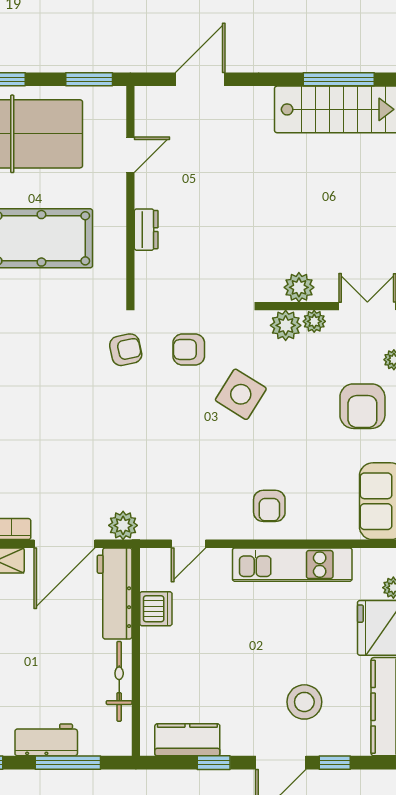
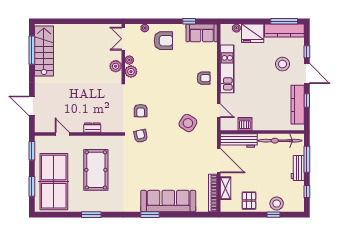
side table: (241, 394) -> (188, 123), moved
plant: (123, 525) -> (211, 137), removed
bicycle: (119, 681) -> (280, 141), width x1.37, depth x1.40
kitchen counter: (187, 740) -> (298, 105), width x1.50

